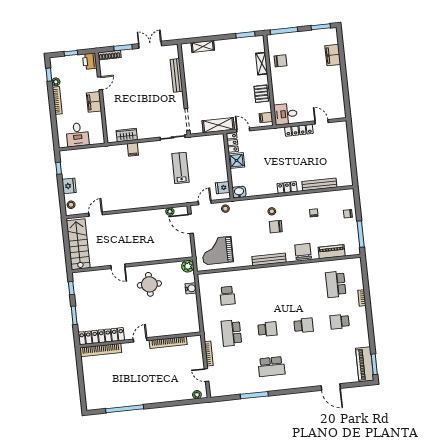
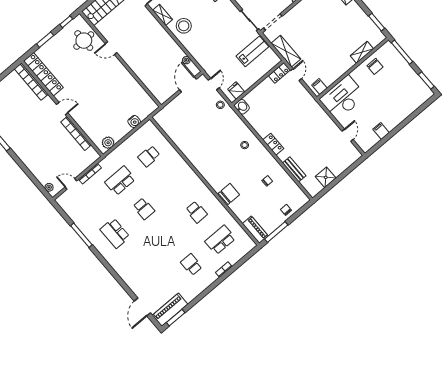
filing cabinet: (333, 55) -> (381, 131), moved, width x0.50
pallet: (261, 94) -> (337, 69), removed
desk: (286, 114) -> (343, 98), width x1.87, depth x1.30
locker: (299, 130) -> (328, 121), removed
shower: (237, 161) -> (326, 177), moved
lab bench: (180, 168) -> (252, 51), moved
bench: (319, 184) -> (294, 169), width x0.73
stool: (140, 194) -> (184, 26), added
door: (205, 203) -> (214, 84), hinge flipped
shelving: (120, 206) -> (162, 15), added
chair: (276, 227) -> (234, 157), removed
grand piano: (217, 251) -> (181, 122), removed
piano: (332, 252) -> (255, 230), moved
bench: (269, 259) -> (203, 170), removed
door: (118, 266) -> (111, 48), hinge flipped
plant: (188, 266) -> (108, 143), moved
round table: (149, 284) -> (84, 41), moved
school desk: (304, 325) -> (196, 212), moved
door: (206, 375) -> (71, 184), hinge flipped
door: (331, 387) -> (142, 307), moved

